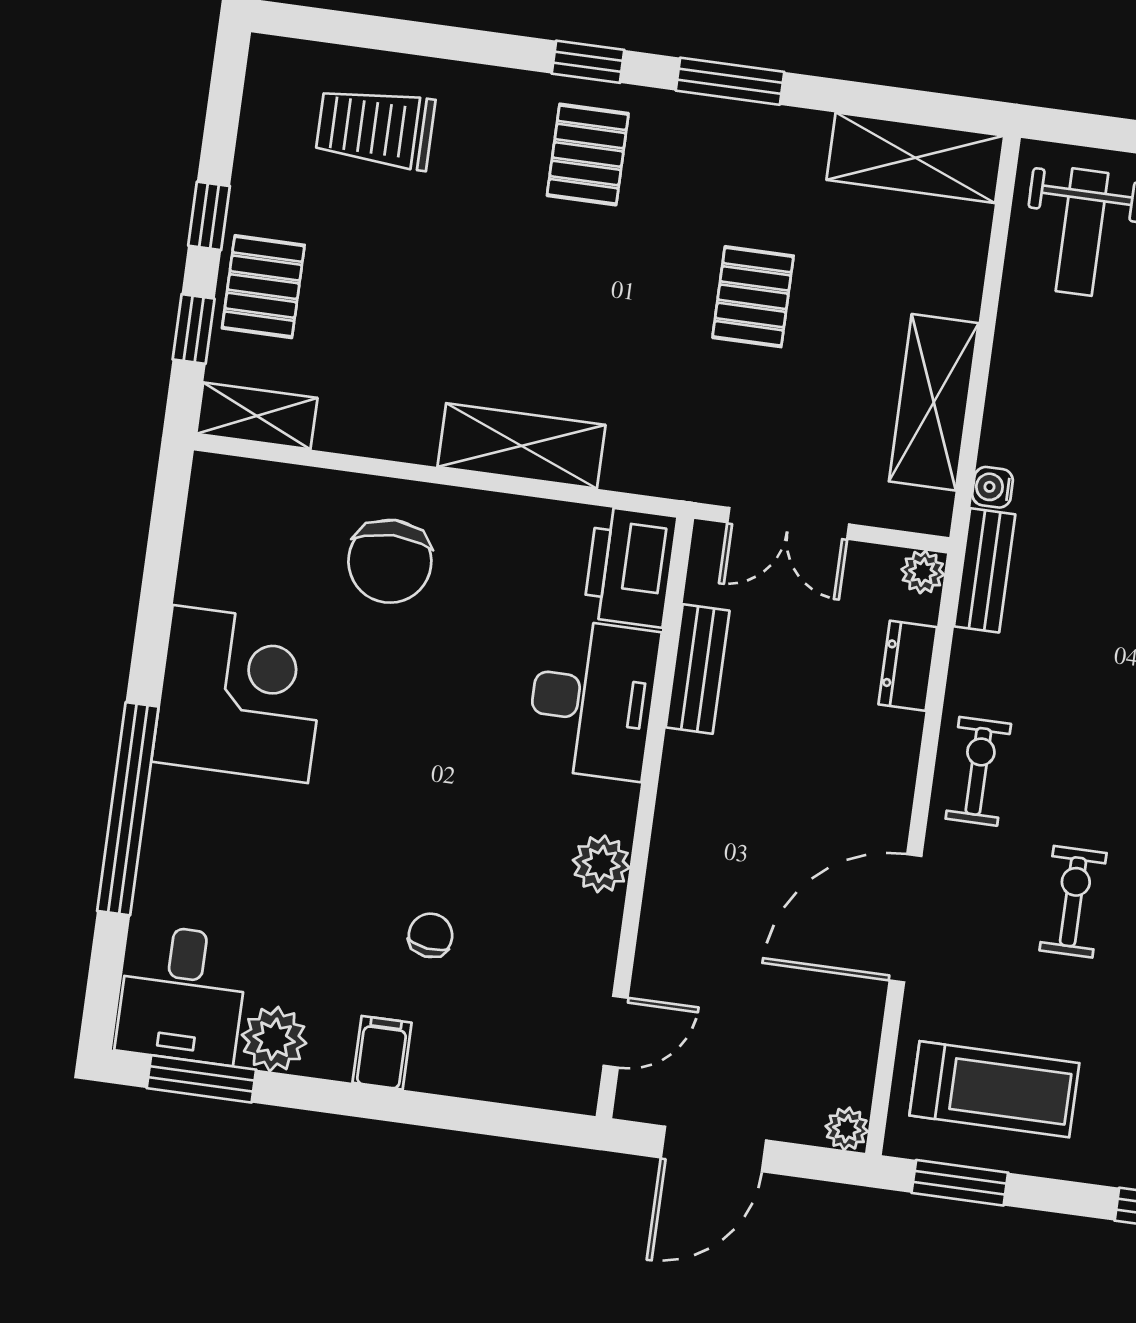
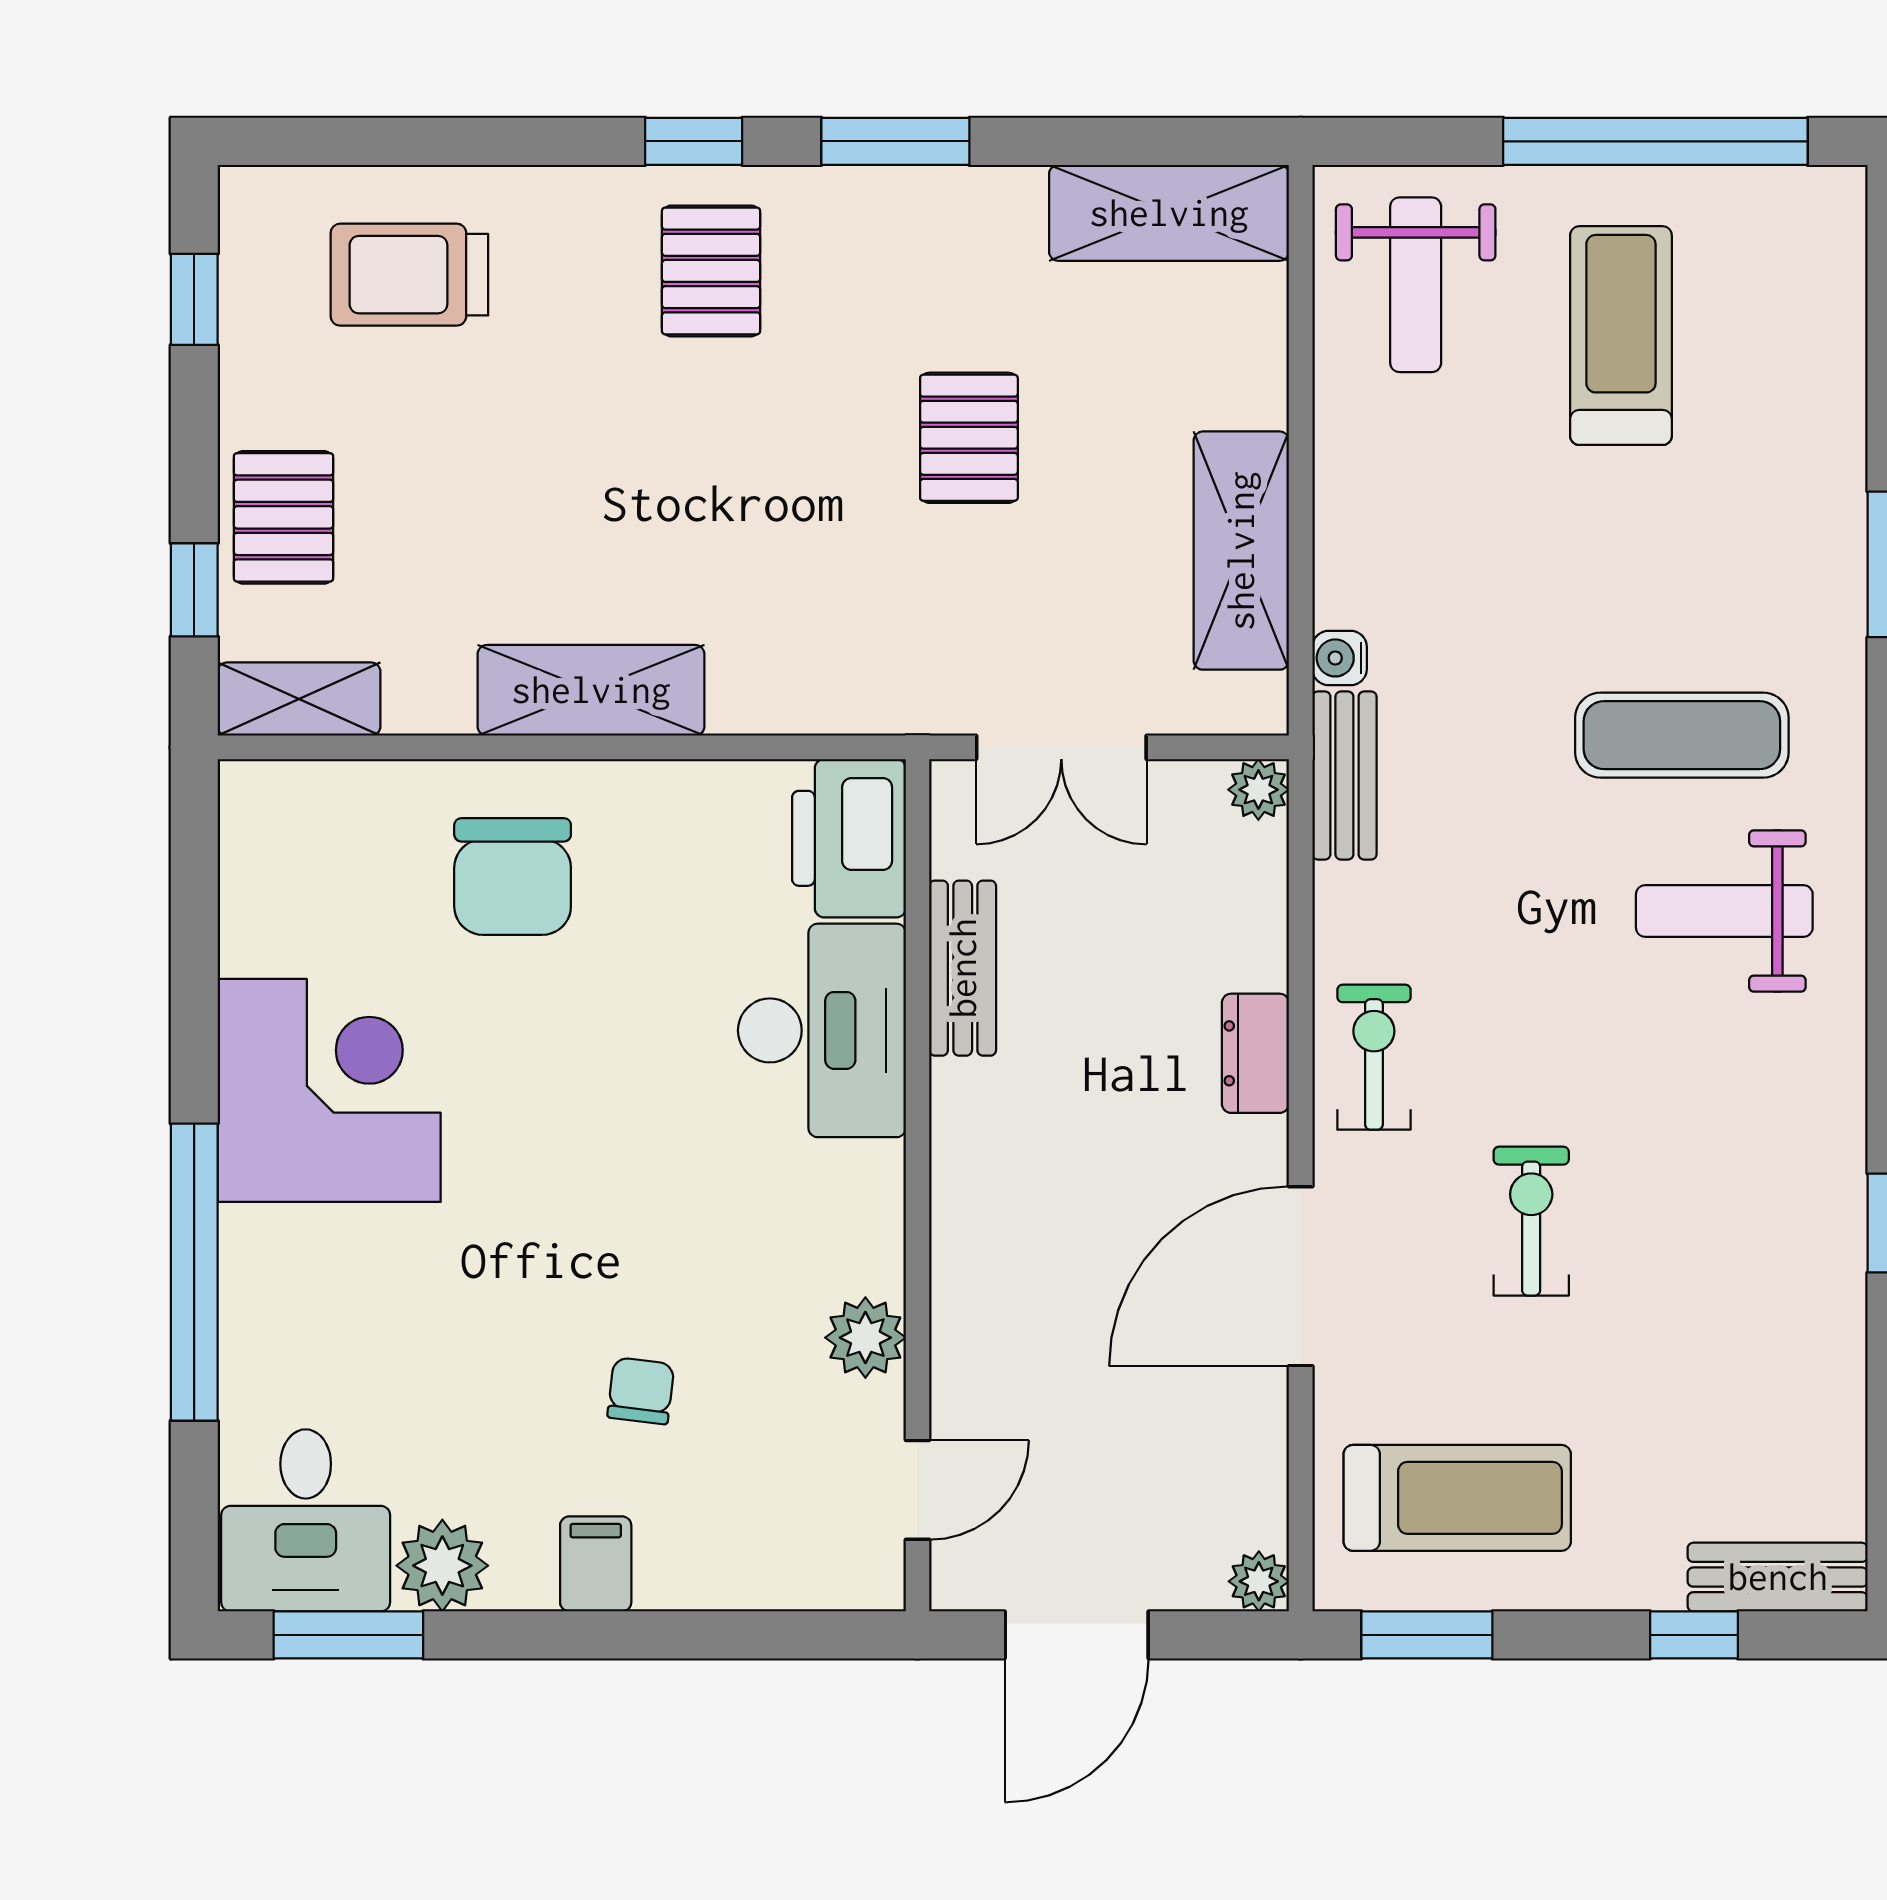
window: (209, 216) -> (194, 299), moved
shelving: (521, 446) -> (591, 690), moved
dresser: (908, 666) -> (1255, 1053), moved
plant: (601, 864) -> (865, 1338), moved

